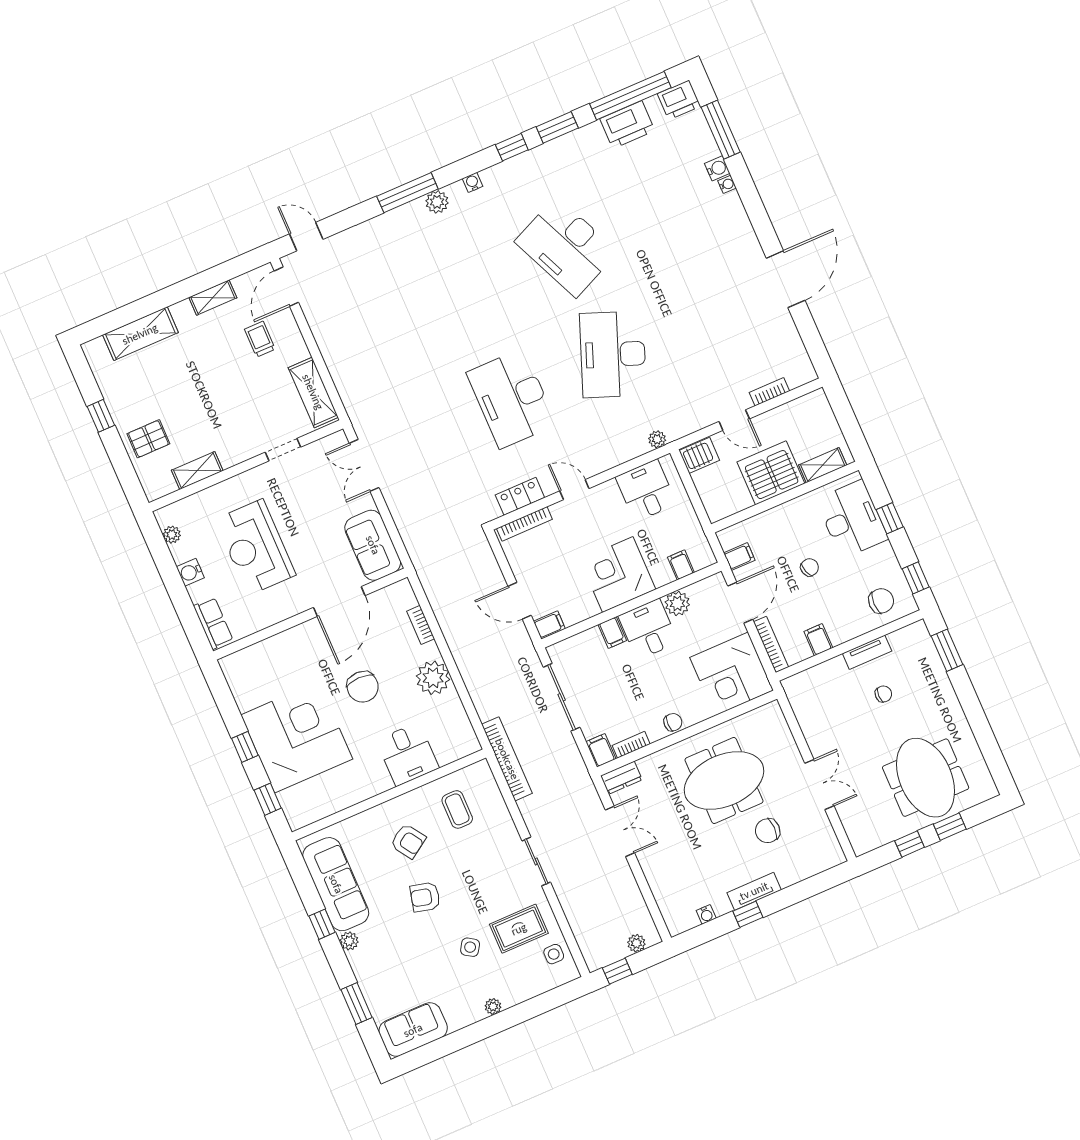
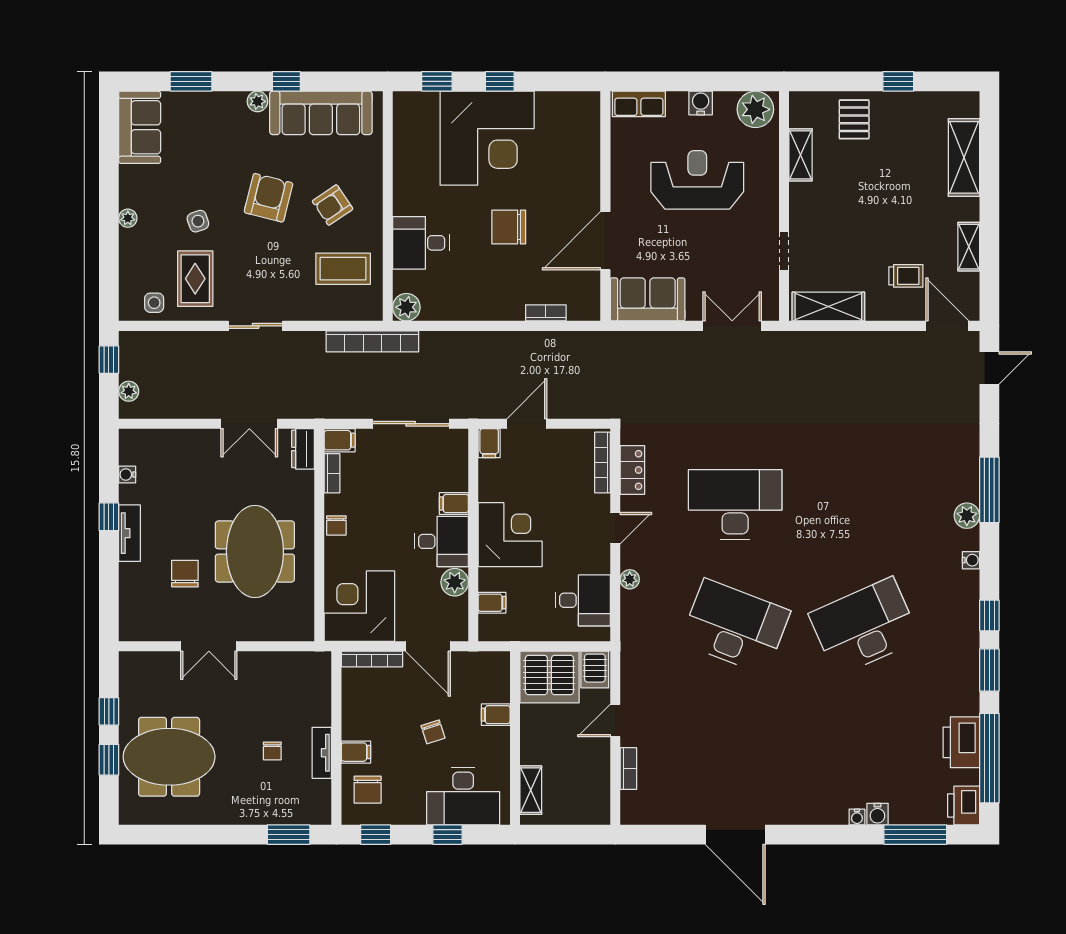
plant: (657, 439) -> (630, 579), moved
server rack: (771, 473) -> (549, 677), moved, turned 90
plant: (172, 535) -> (755, 109), width x1.87, depth x1.87
filing cabinet: (739, 557) -> (496, 715), moved, turned 90
door: (339, 602) -> (605, 241), hinge flipped
filing cabinet: (818, 640) -> (356, 752), moved
plant: (433, 678) -> (406, 307), moved, width x0.73, depth x0.73
coffee table: (457, 809) -> (343, 269), width x1.36, depth x1.30
armchair: (425, 897) -> (268, 198), width x1.38, depth x1.38
side table: (470, 947) -> (198, 221), turned 38

